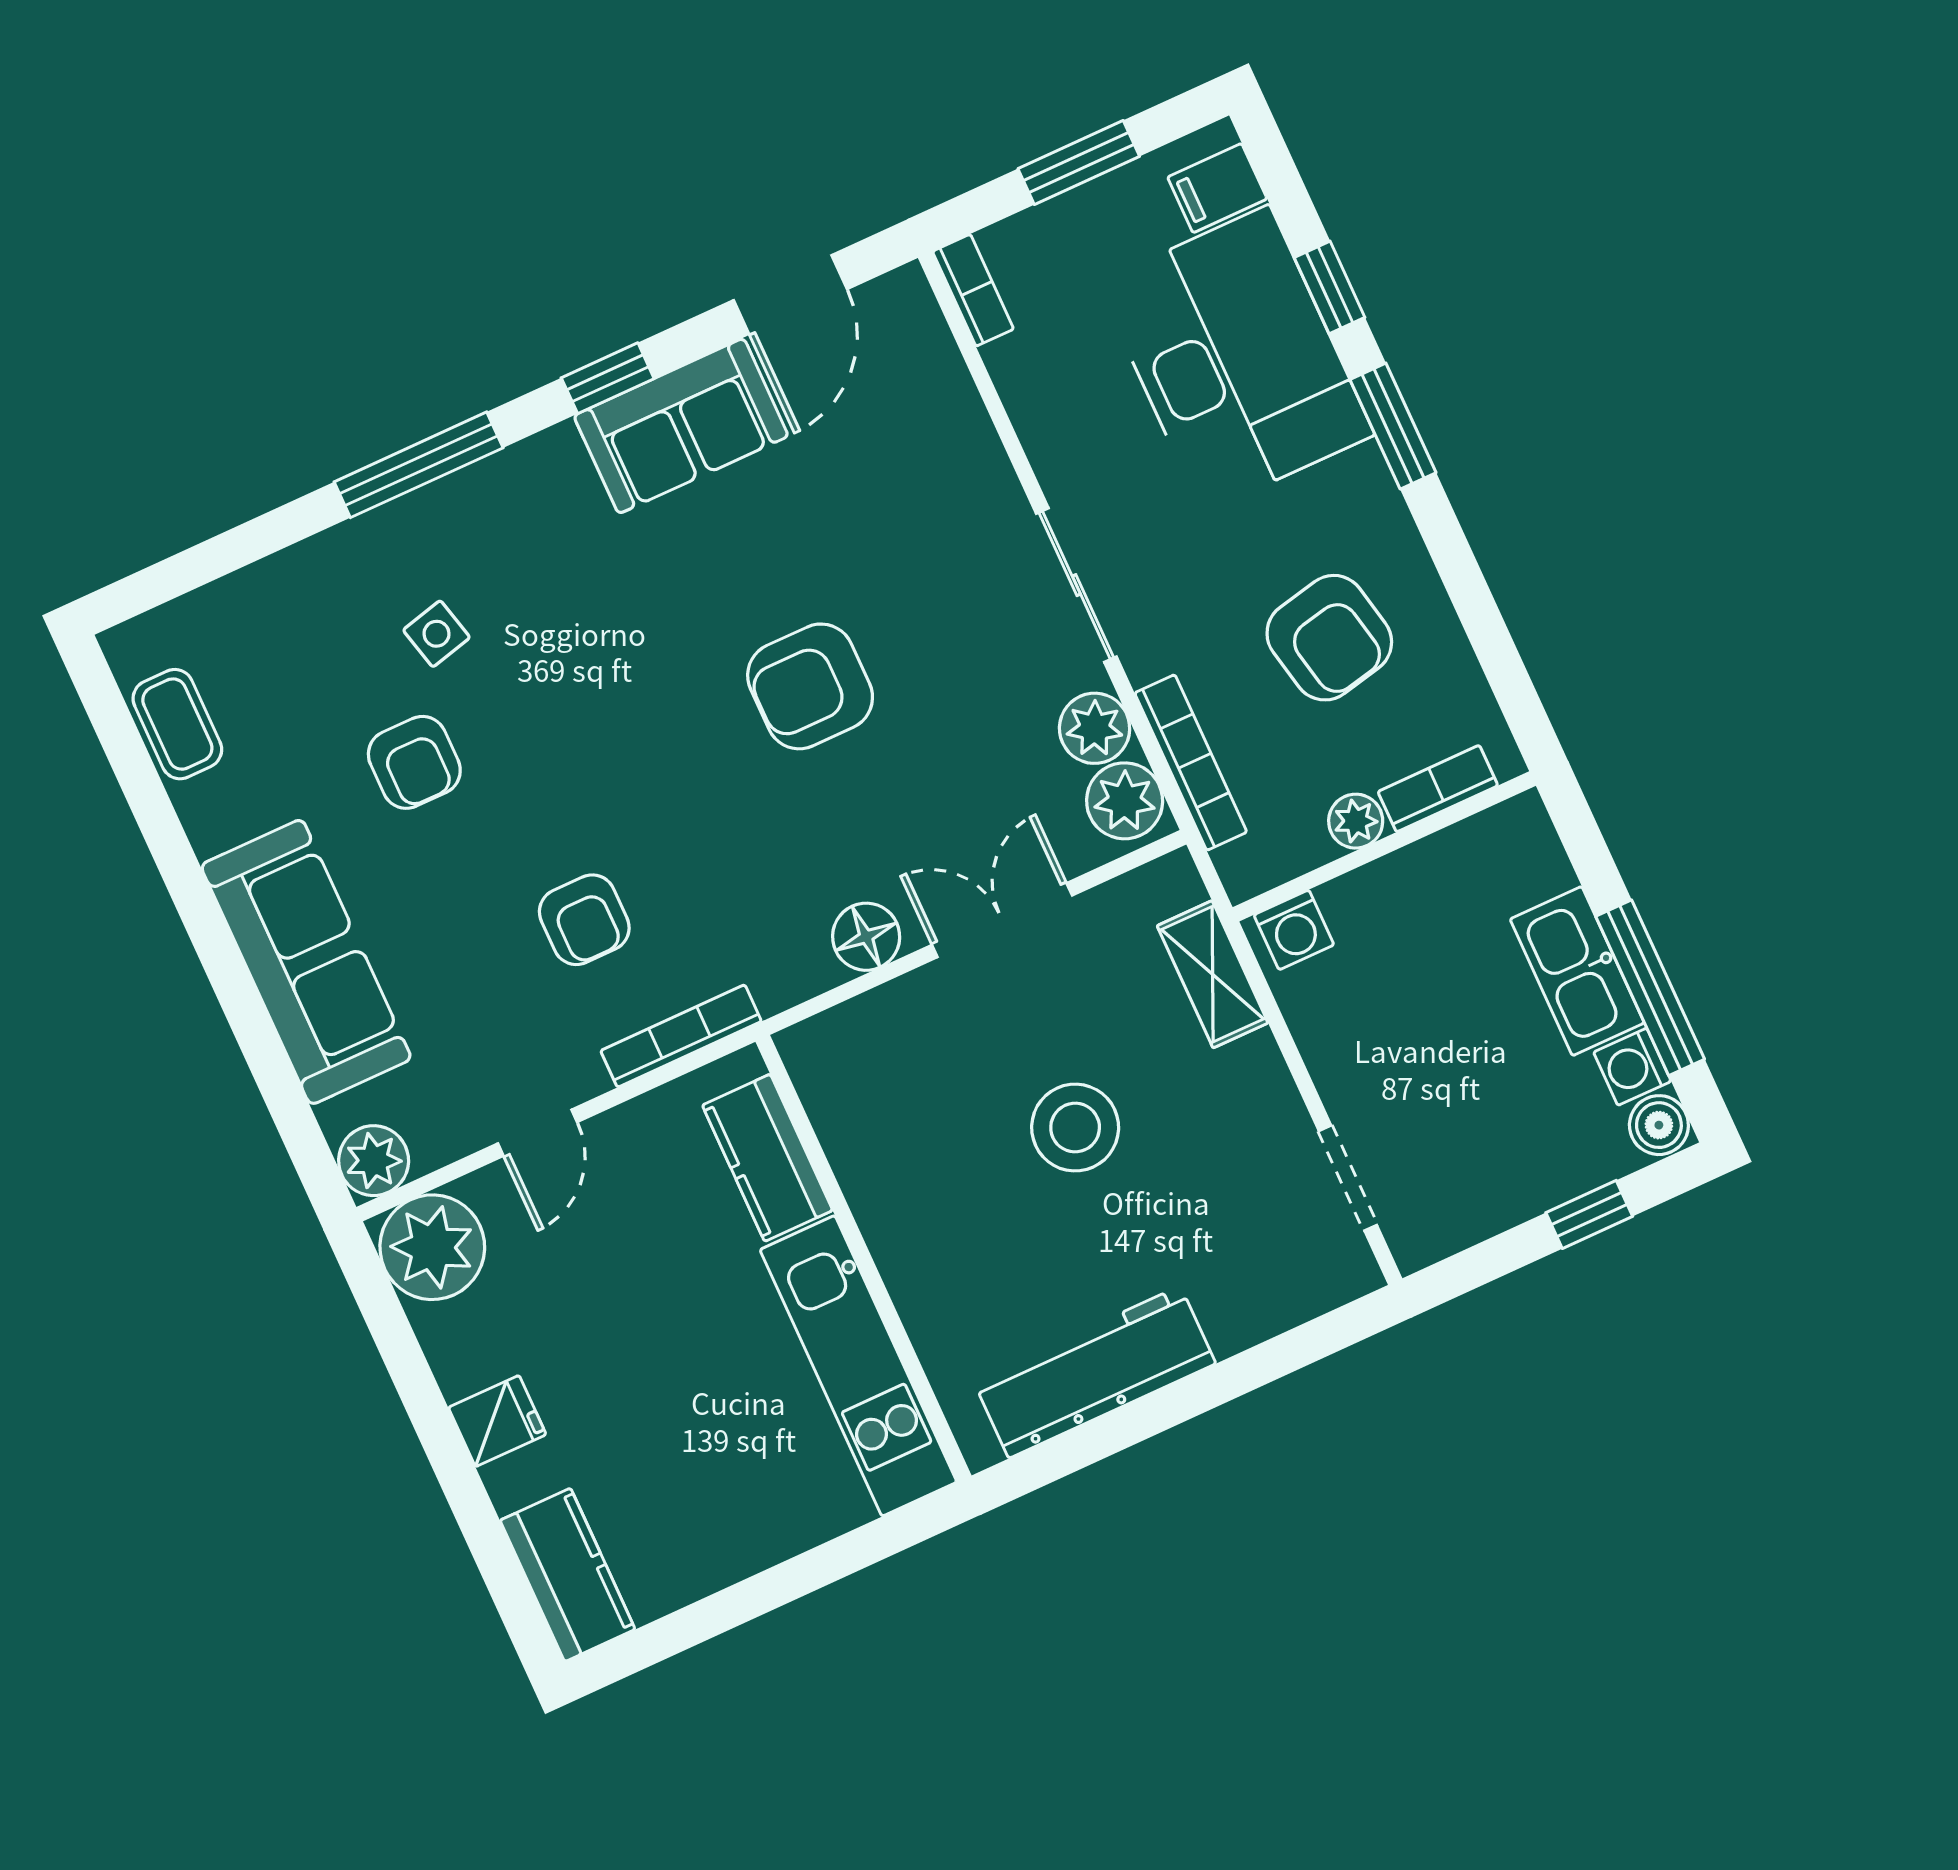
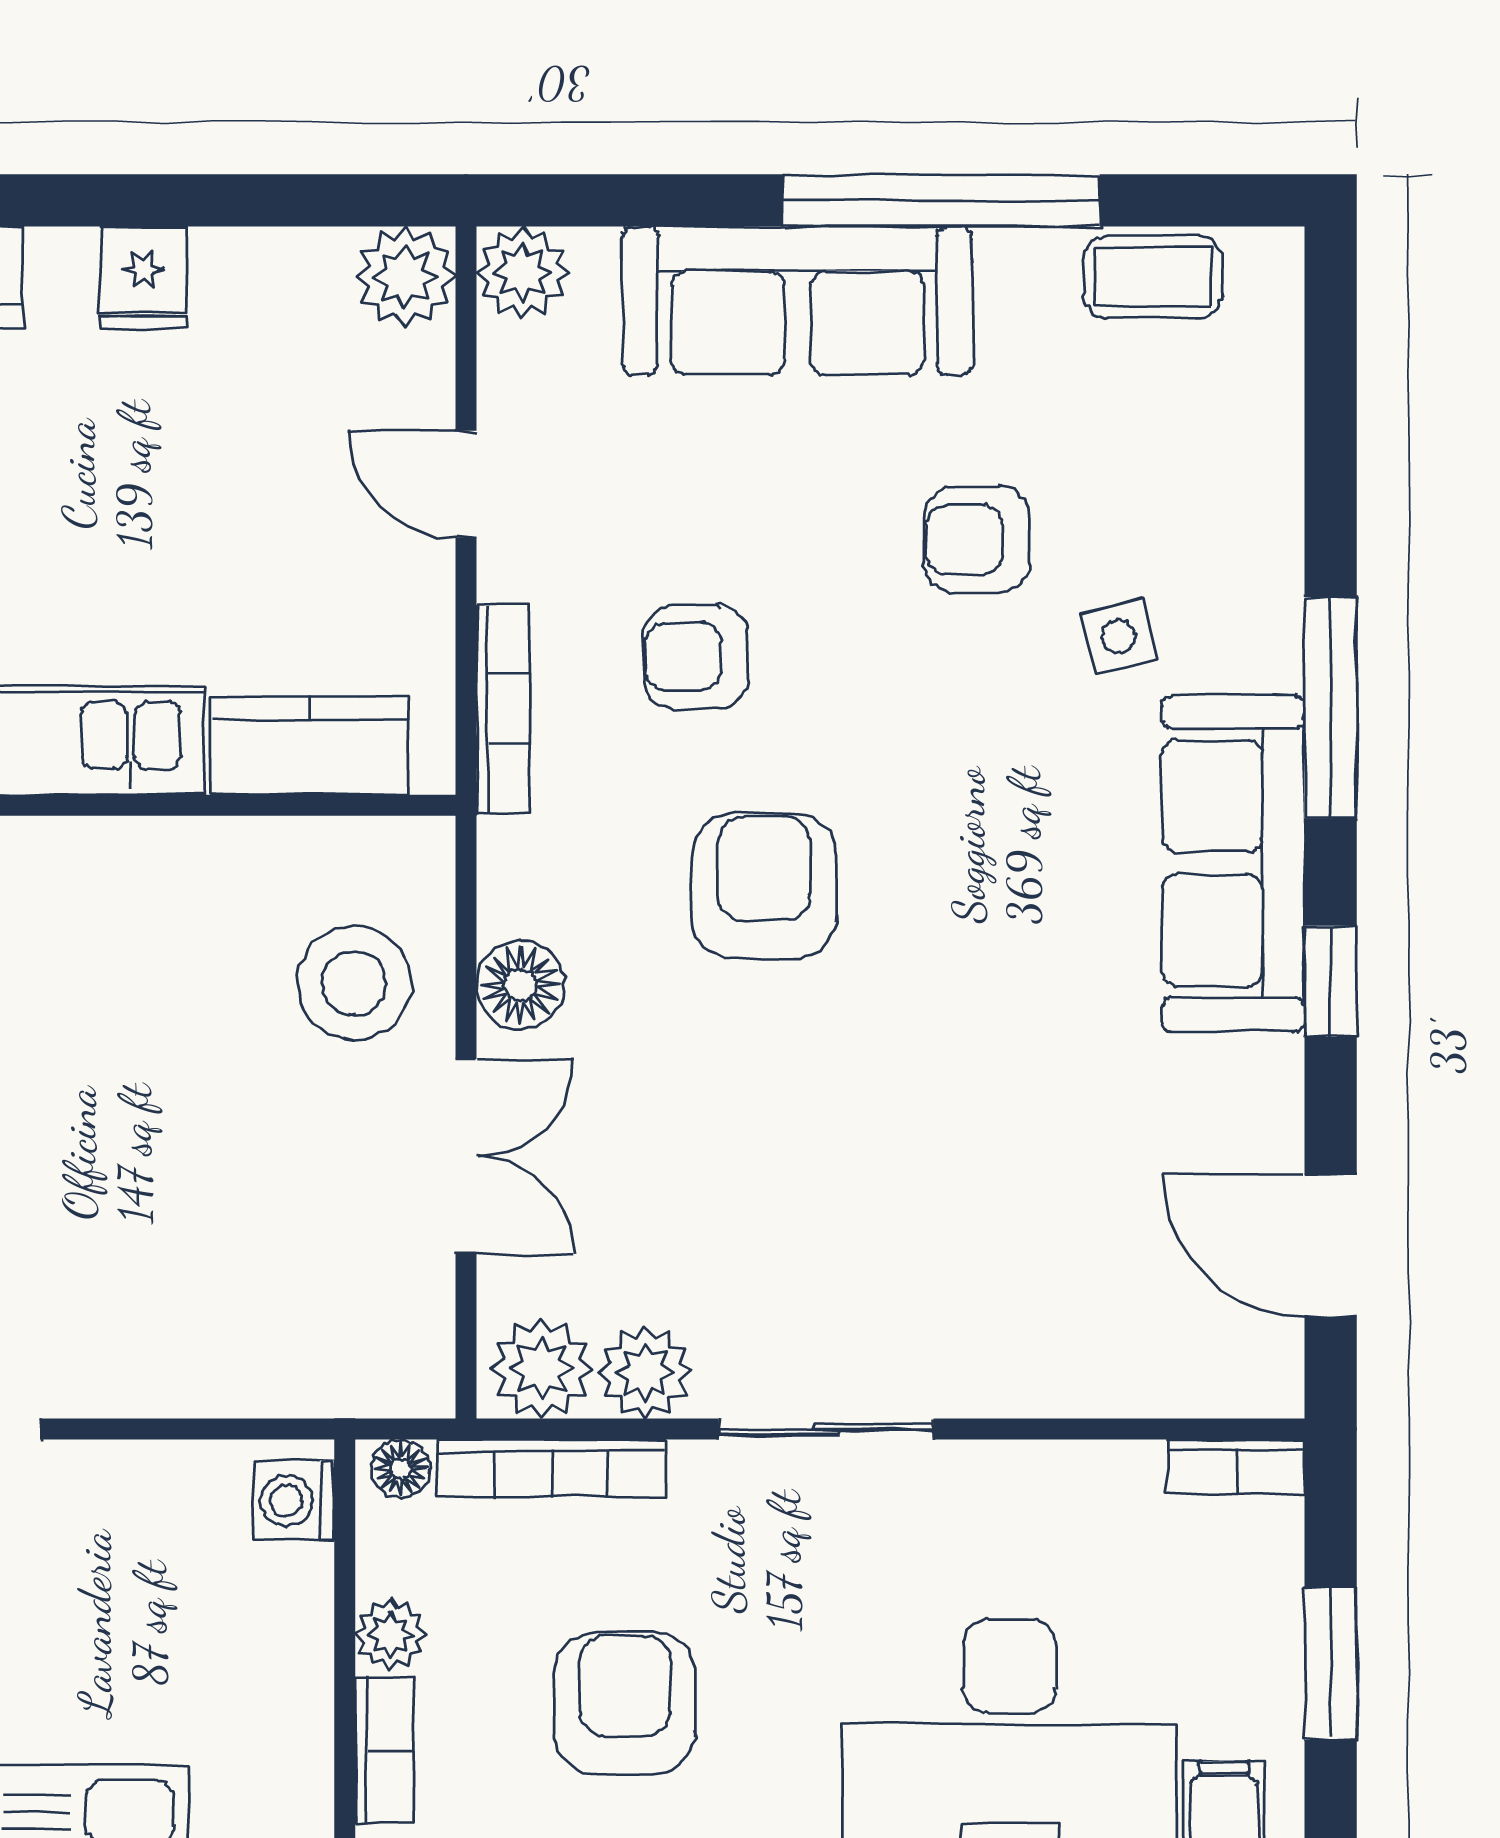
sofa: (681, 426) -> (1233, 863), moved, width x1.36
armchair: (1329, 638) -> (625, 1703), turned 102
armchair: (810, 686) -> (764, 886), moved
floor lamp: (1238, 866) -> (401, 1469), added
window: (191, 894) -> (941, 200), added
shelving: (1213, 974) -> (286, 1379), removed
stool: (1075, 1128) -> (354, 983), moved
plant: (432, 1247) -> (405, 277), width x0.73, depth x0.73

